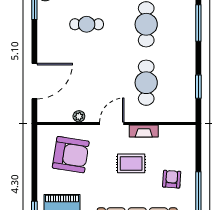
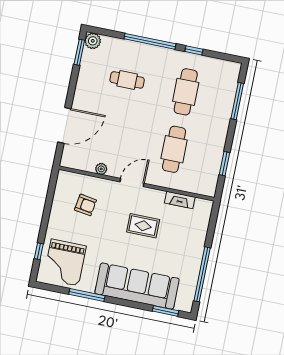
fireplace: (144, 131) -> (180, 200), moved
armchair: (71, 155) -> (85, 205), width x0.53, depth x0.53
armchair: (172, 179) -> (180, 249), removed

